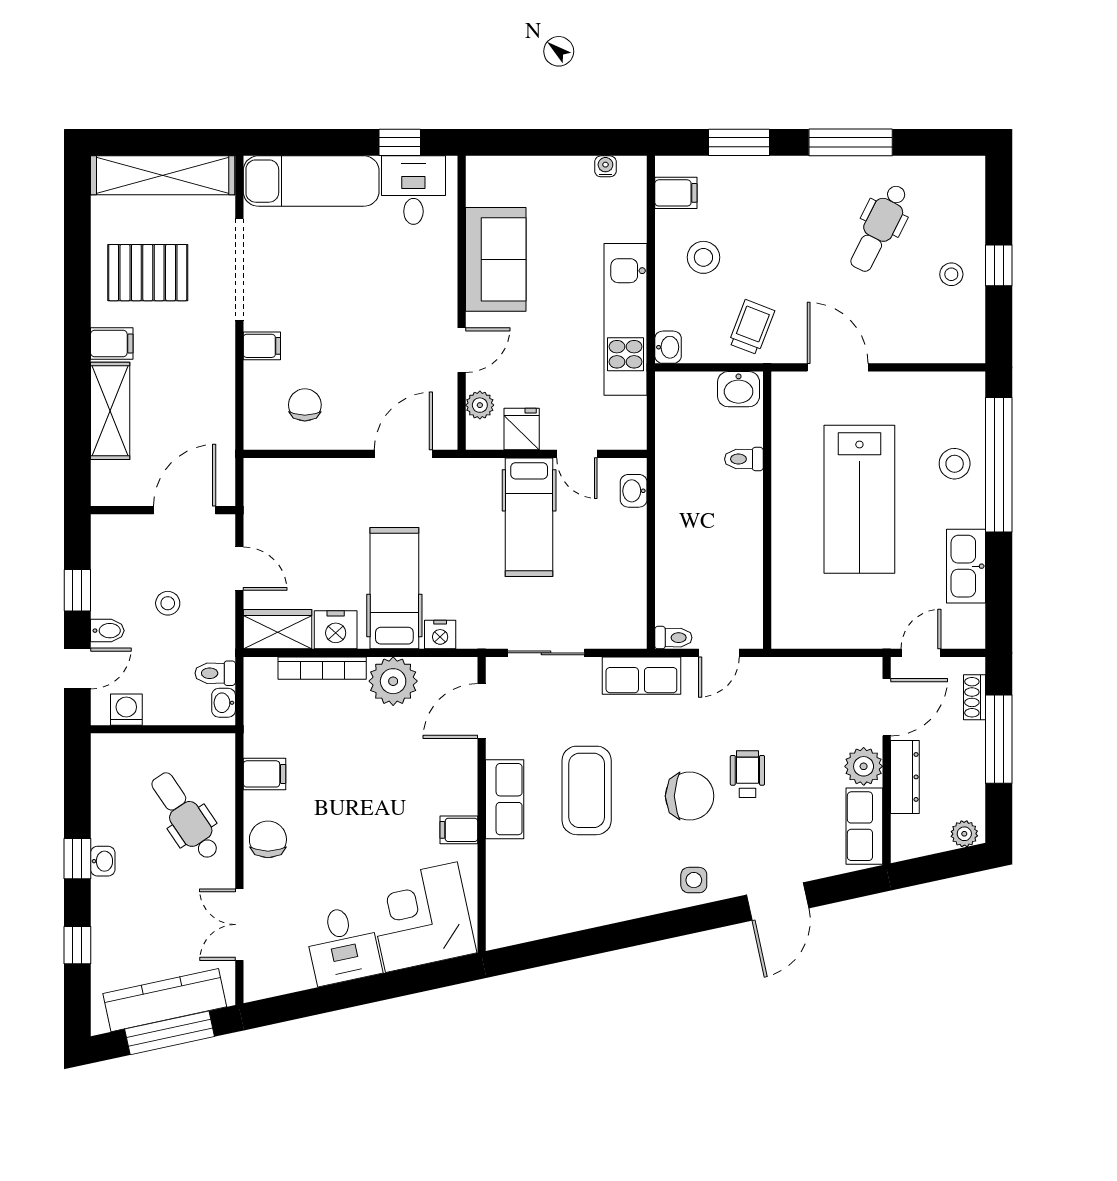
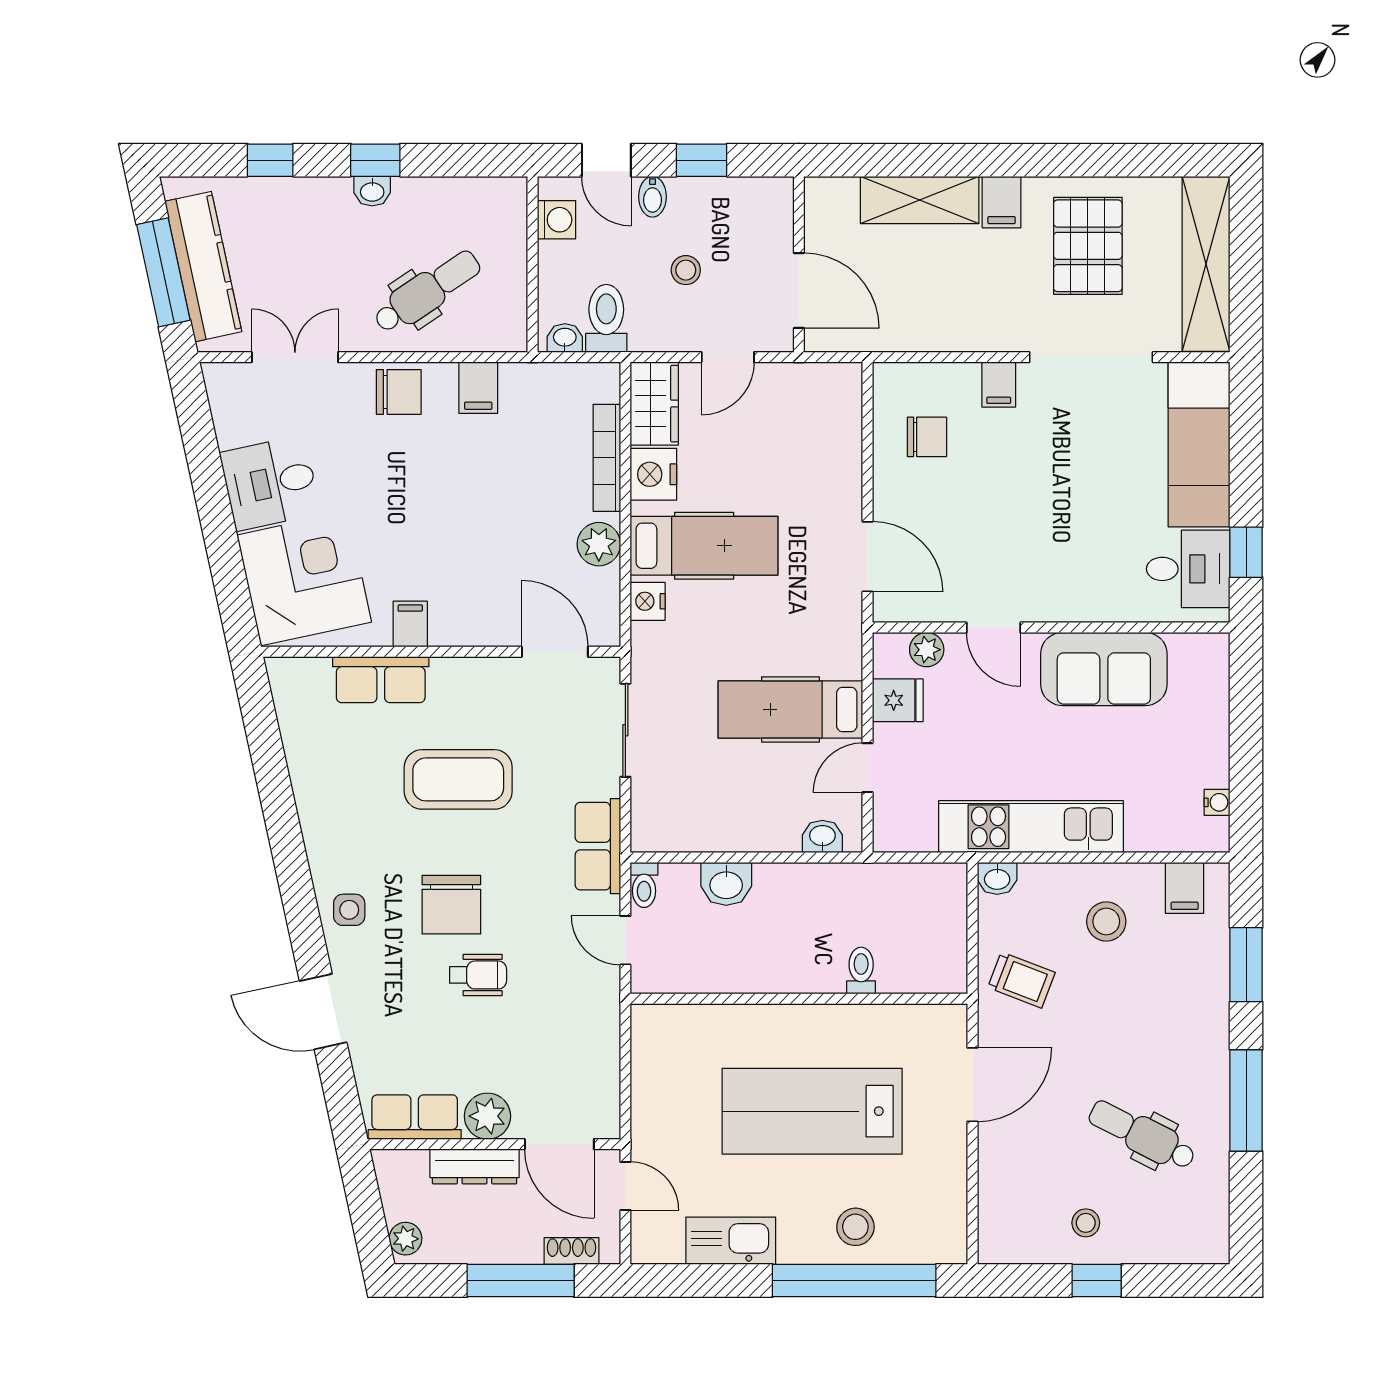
washbasin: (739, 389) -> (726, 884), moved, turned -90
toilet: (215, 673) -> (606, 318), width x1.37, depth x1.39
plant: (393, 681) -> (599, 544), width x0.73, depth x0.73
row of seats: (505, 799) -> (381, 680), moved

